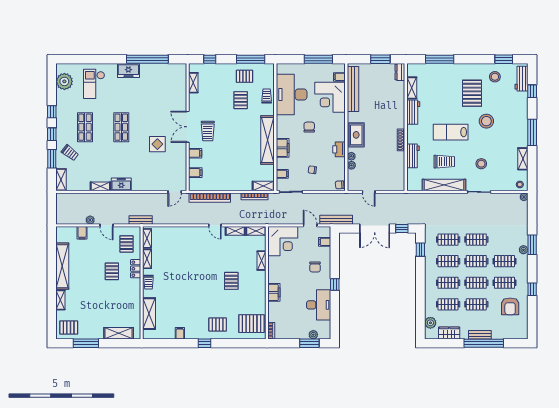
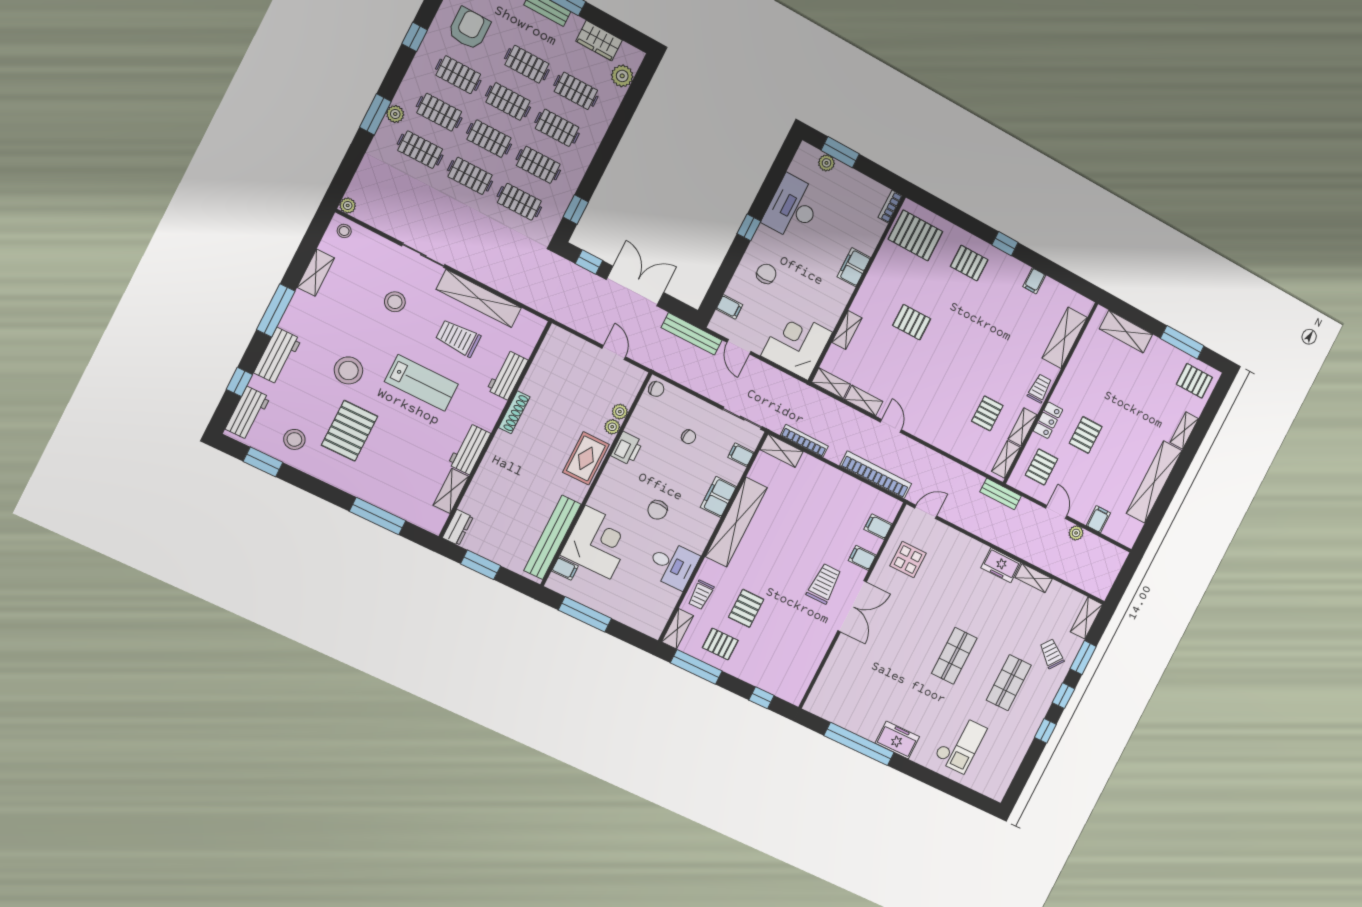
plant: (64, 81) -> (1003, 769), removed
shelving: (193, 83) -> (677, 629), moved
desk: (292, 95) -> (673, 565), width x0.53, depth x0.77
workbench: (521, 112) -> (278, 356), added
display table: (157, 144) -> (908, 560), moved
clothes rail: (505, 240) -> (420, 150), added
pallet: (169, 256) -> (987, 413), added
pallet: (231, 281) -> (912, 322), turned 90

